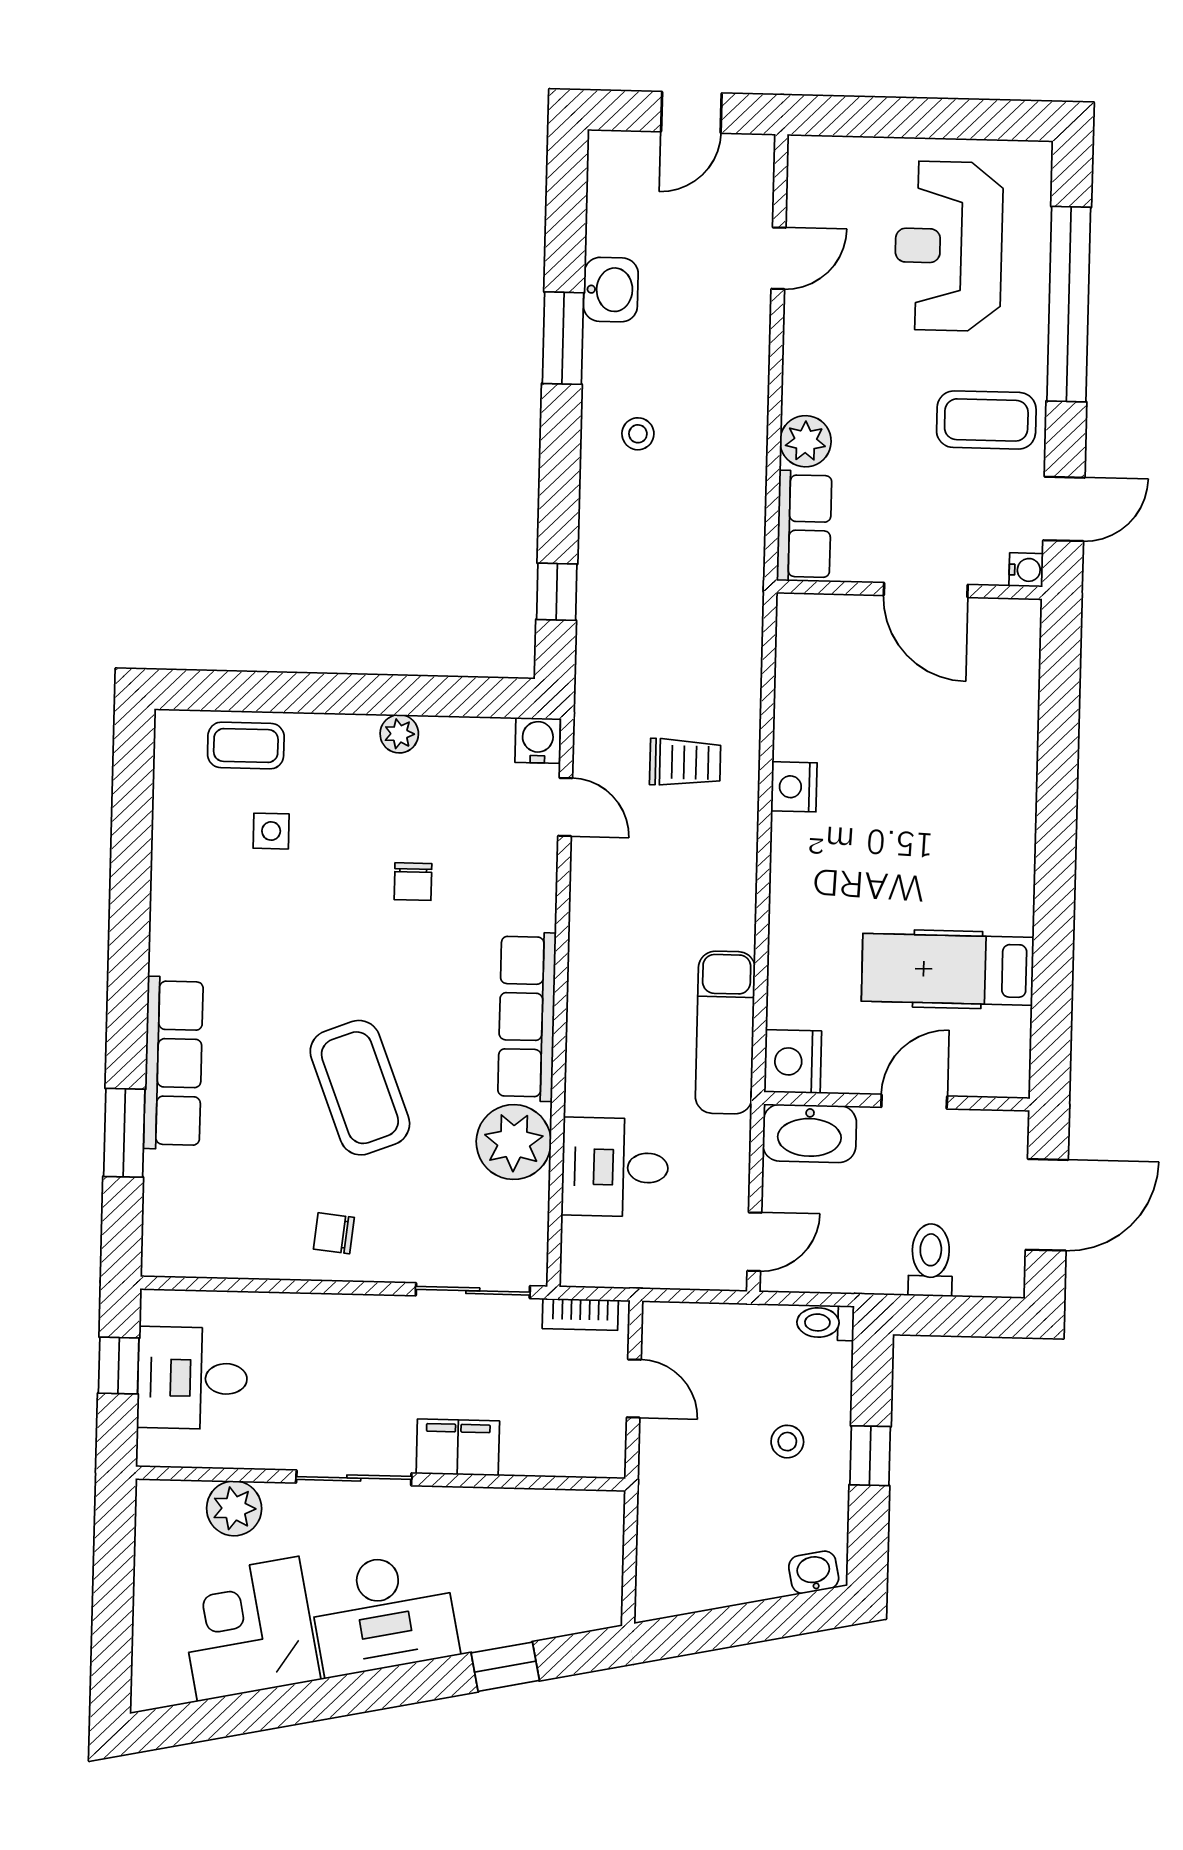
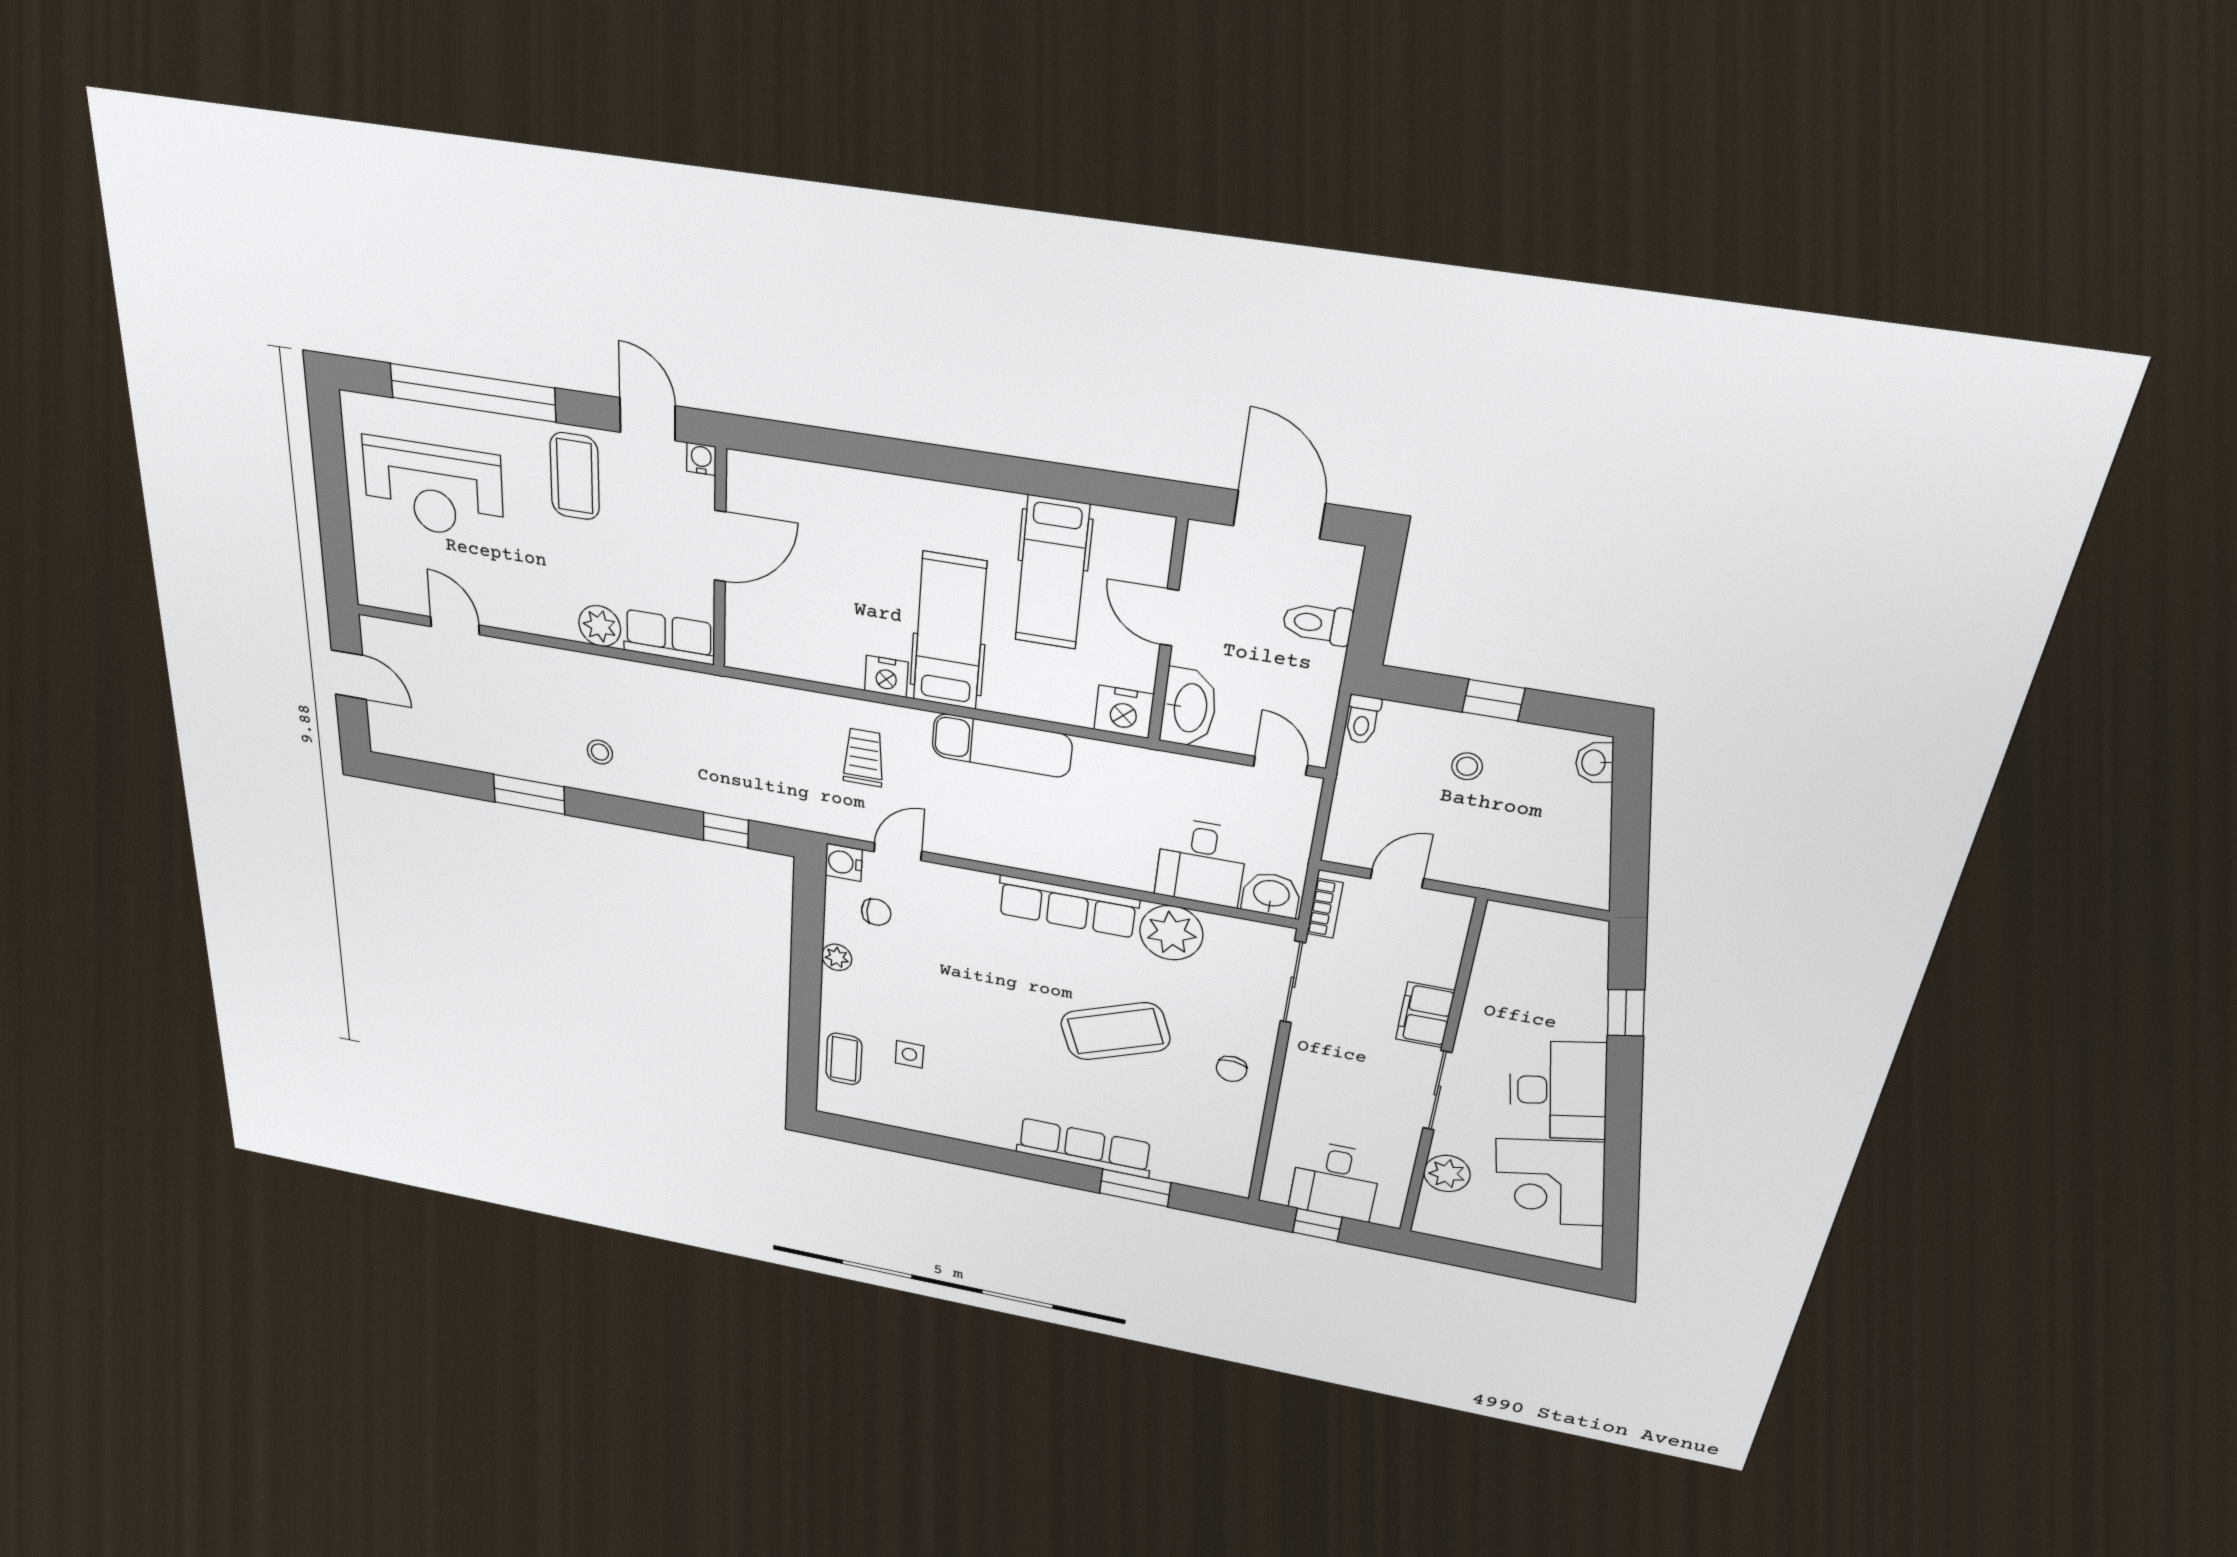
washbasin: (611, 290) -> (1271, 895), moved
hospital bed: (861, 858) -> (950, 631), added
chair: (413, 882) -> (876, 912), moved
exam couch: (725, 1033) -> (1002, 745), moved

